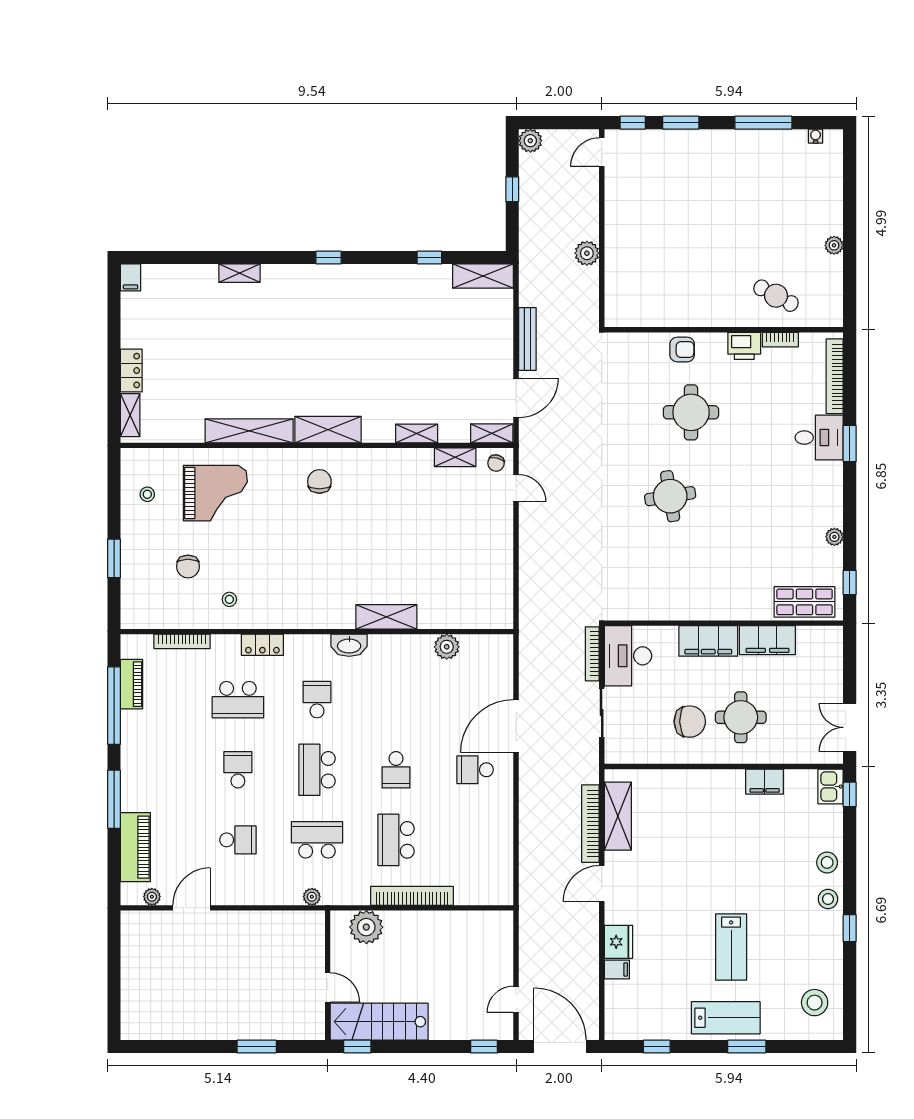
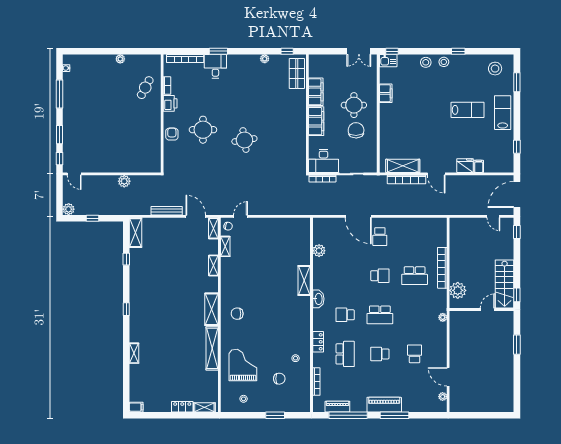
school desk: (317, 840) -> (415, 315), removed
piano: (135, 847) -> (384, 405), moved
window: (747, 1047) -> (517, 82), moved

